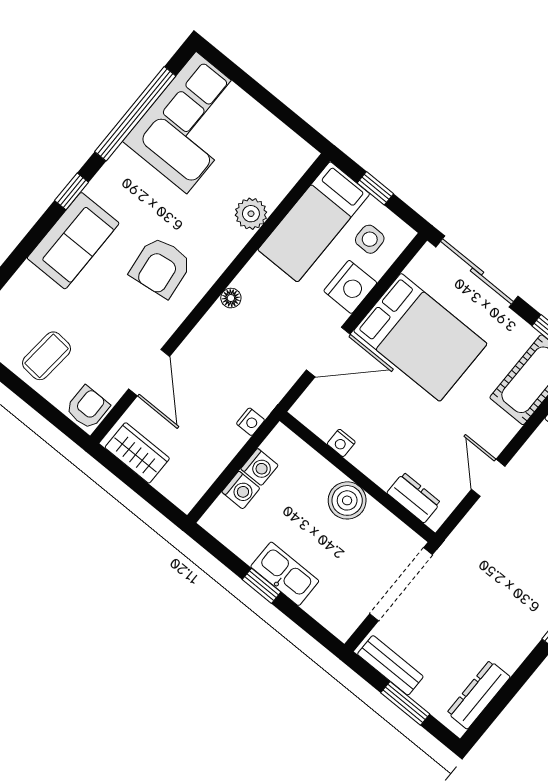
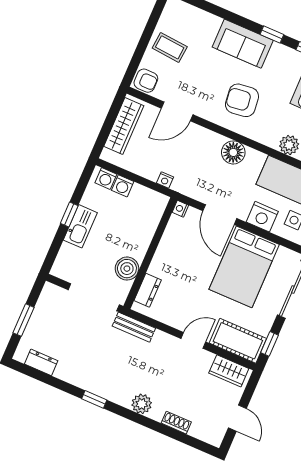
floor lamp: (231, 298) -> (233, 152), width x1.89, depth x1.89
nightstand: (341, 443) -> (180, 209), moved
wardrobe: (137, 453) -> (124, 126), width x1.50
washing machine: (259, 467) -> (106, 178), moved
door: (488, 478) -> (193, 340), moved
boiler: (347, 500) -> (127, 269), moved
bench: (390, 665) -> (134, 327), moved, turned 90
dresser: (479, 695) -> (41, 362), width x0.70

